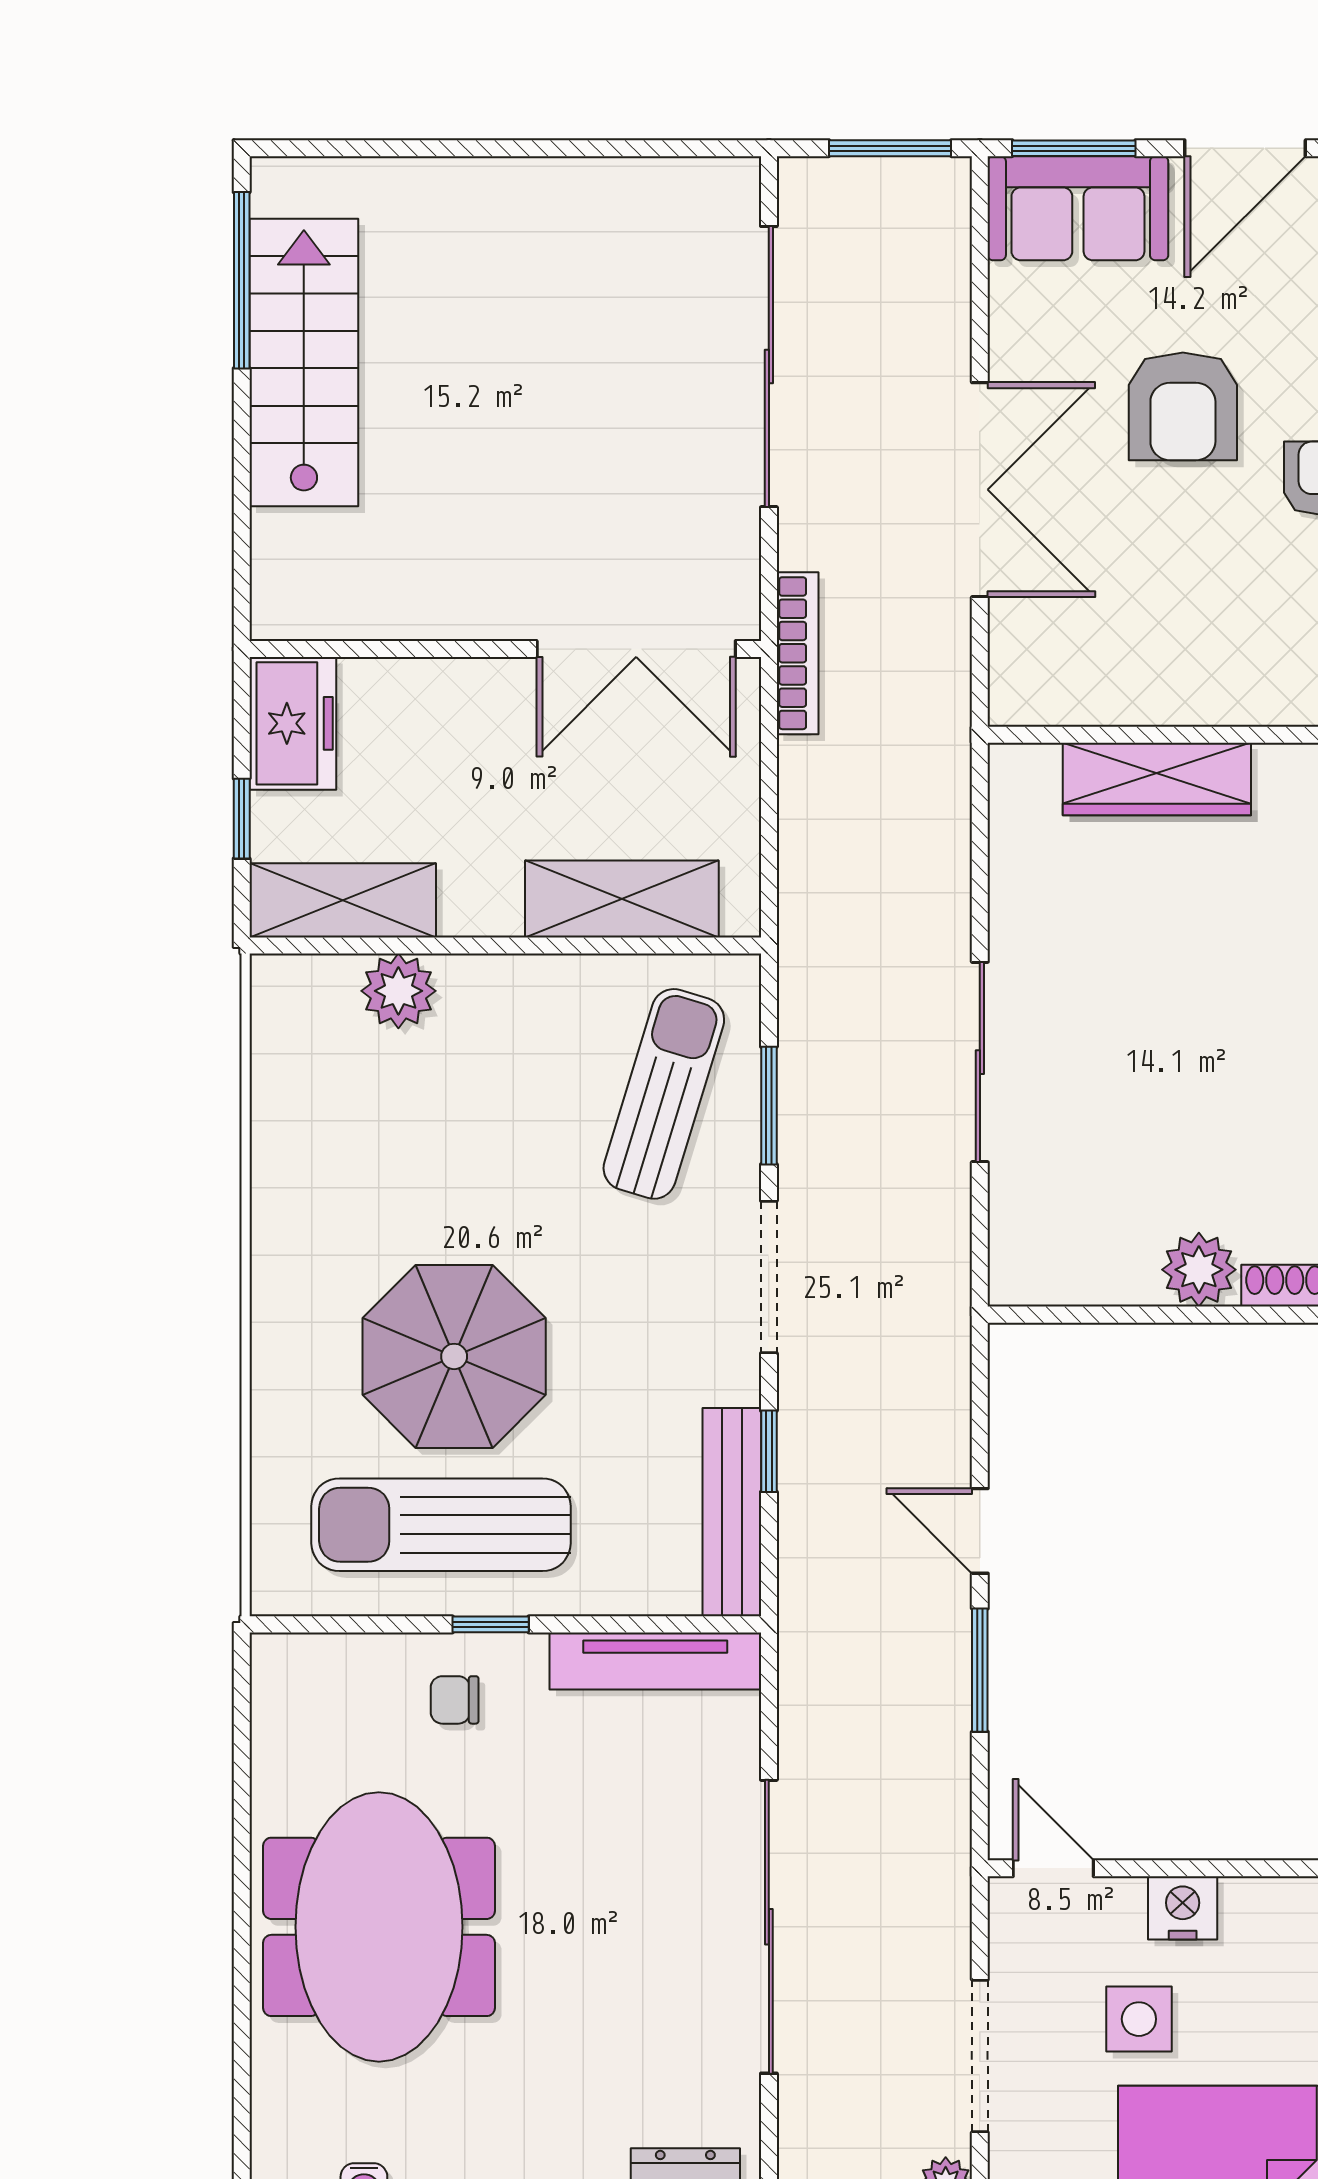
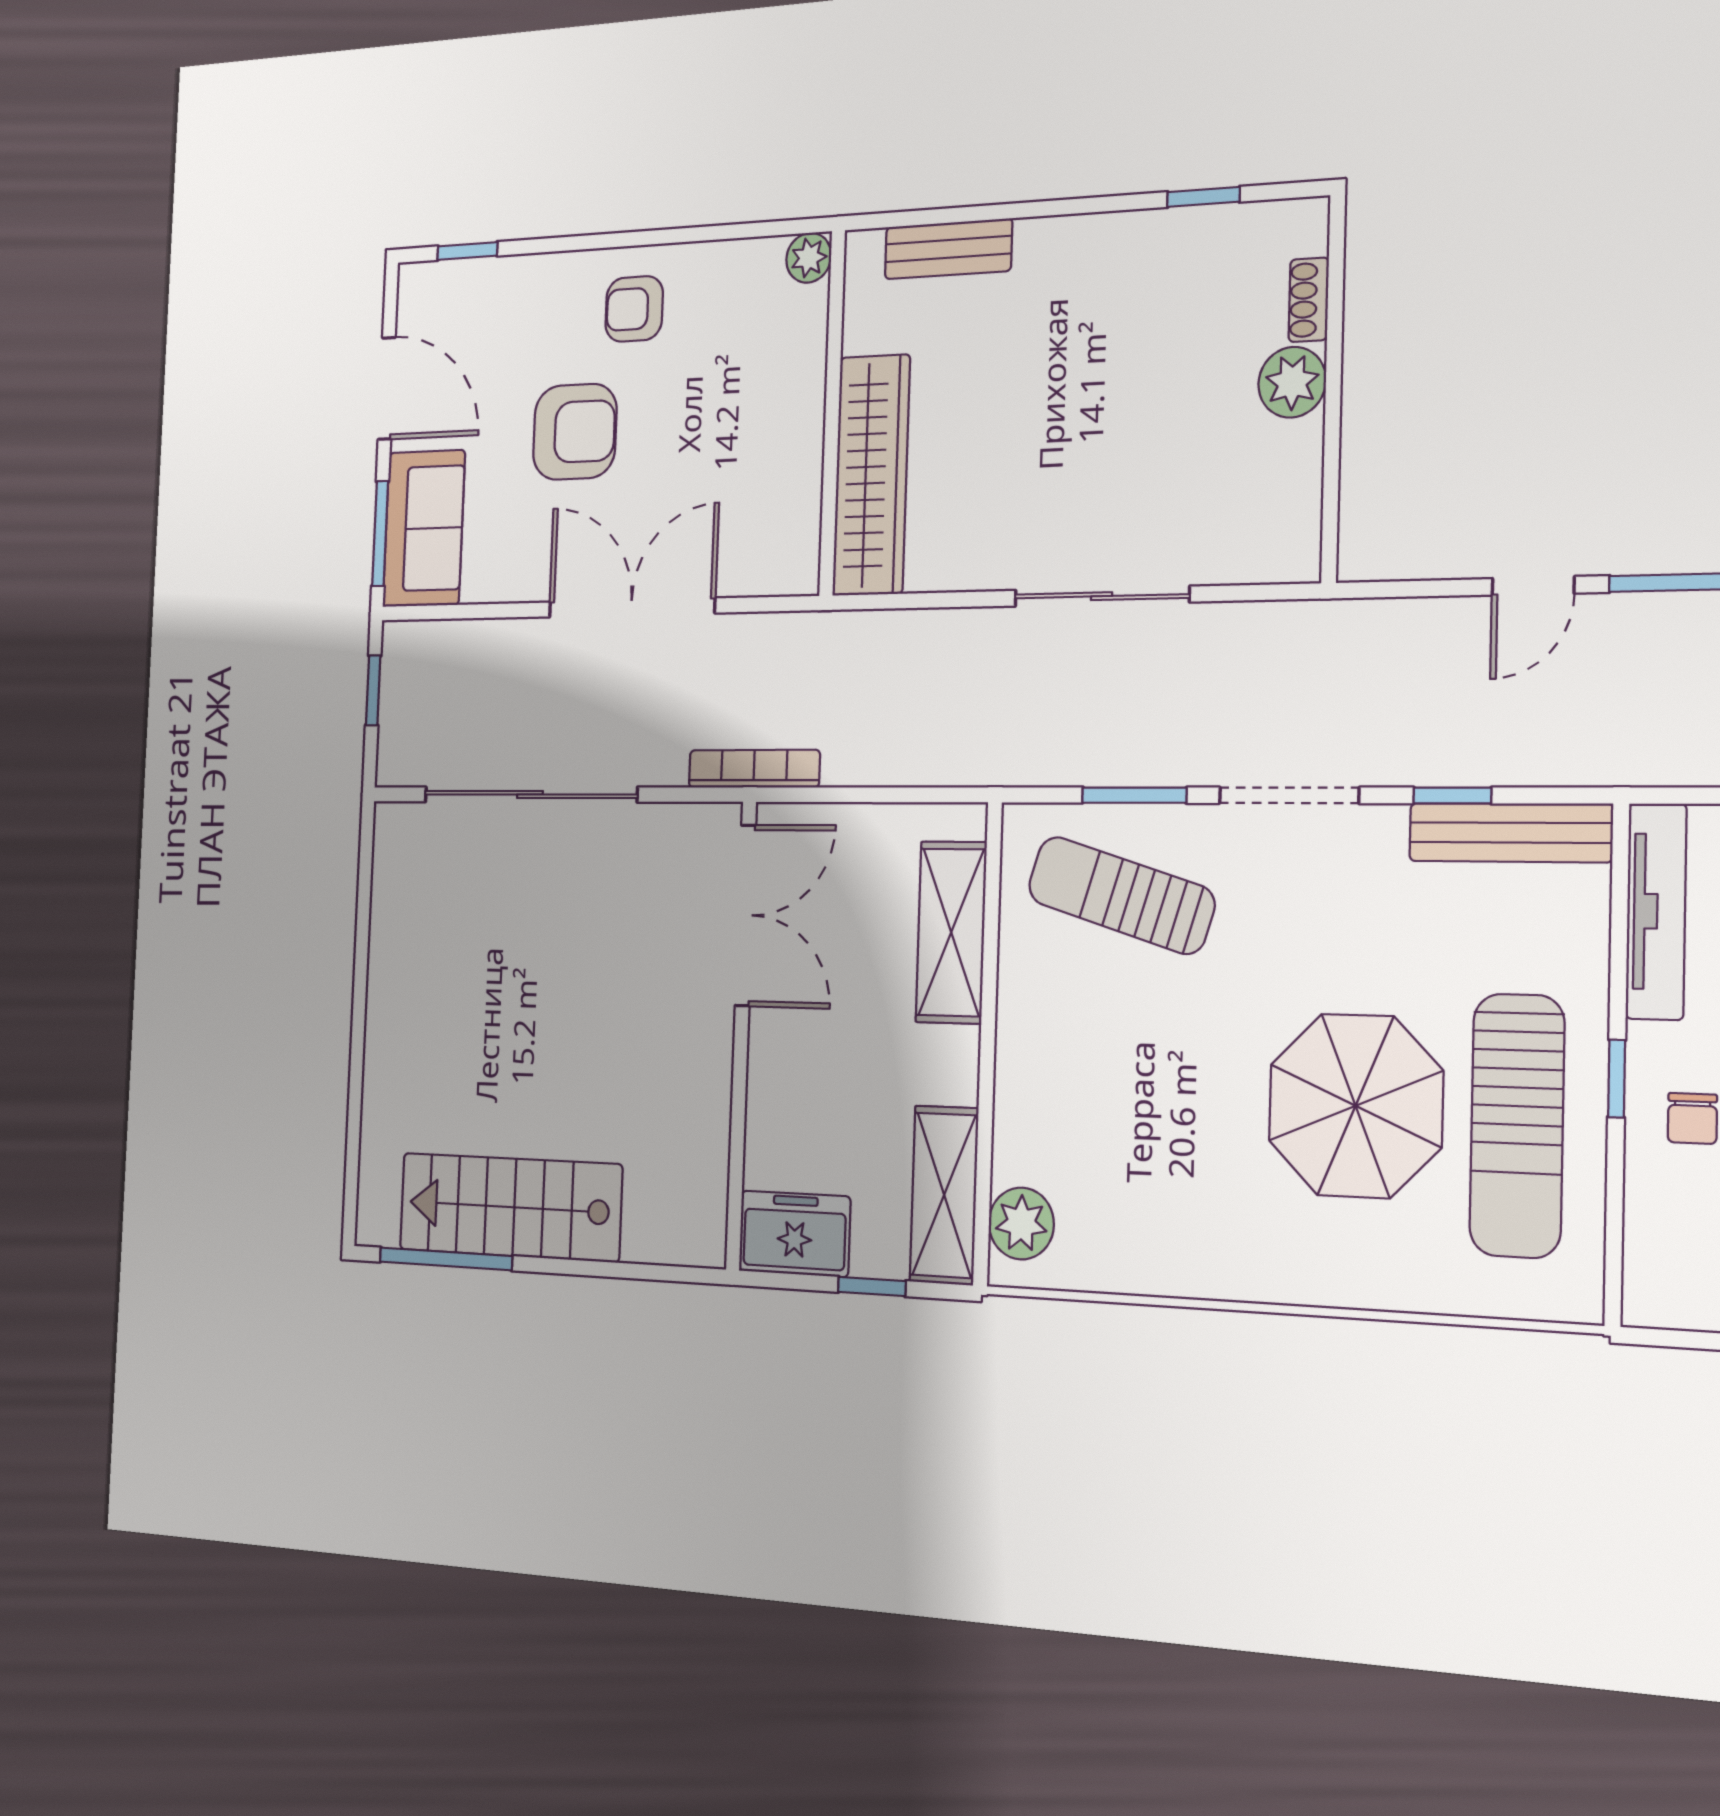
window: (890, 148) -> (373, 690), width x0.67
wardrobe: (1157, 779) -> (871, 475), width x1.40, depth x1.17
plant: (398, 991) -> (1021, 1223), moved

